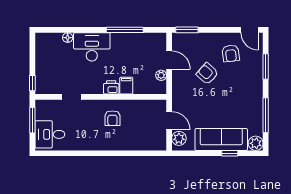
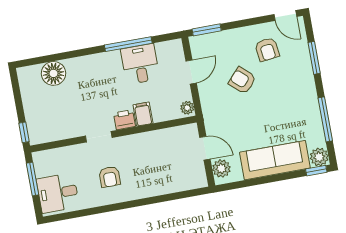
floor lamp: (68, 38) -> (54, 73), width x1.89, depth x1.89
desk: (92, 47) -> (140, 64), moved, width x0.73
door: (169, 60) -> (191, 72), hinge flipped
plant: (161, 75) -> (187, 108), moved
doorway: (72, 97) -> (99, 137), moved
armchair: (112, 118) -> (110, 177), moved
window: (230, 153) -> (316, 171), moved

